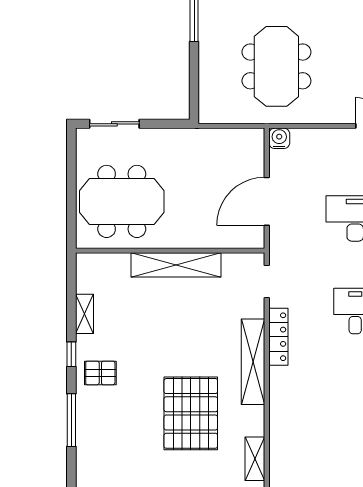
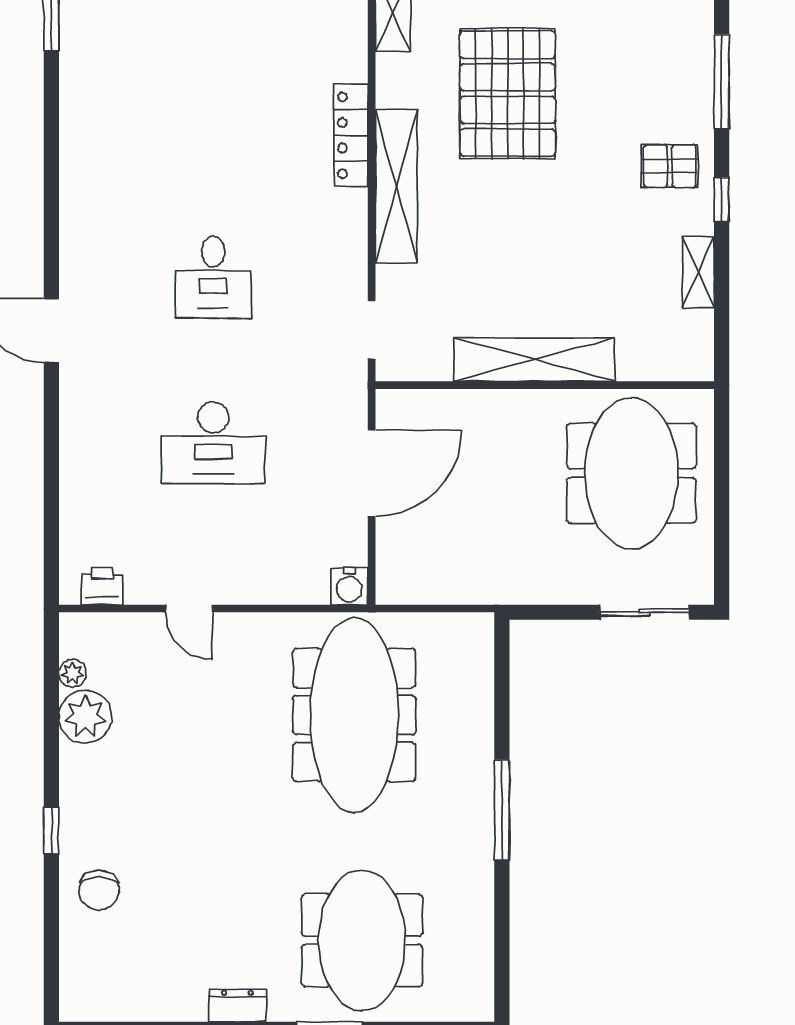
meeting table: (276, 66) -> (354, 715), width x1.36
meeting table: (122, 201) -> (631, 473), turned 90
locker: (278, 337) -> (351, 135), moved

